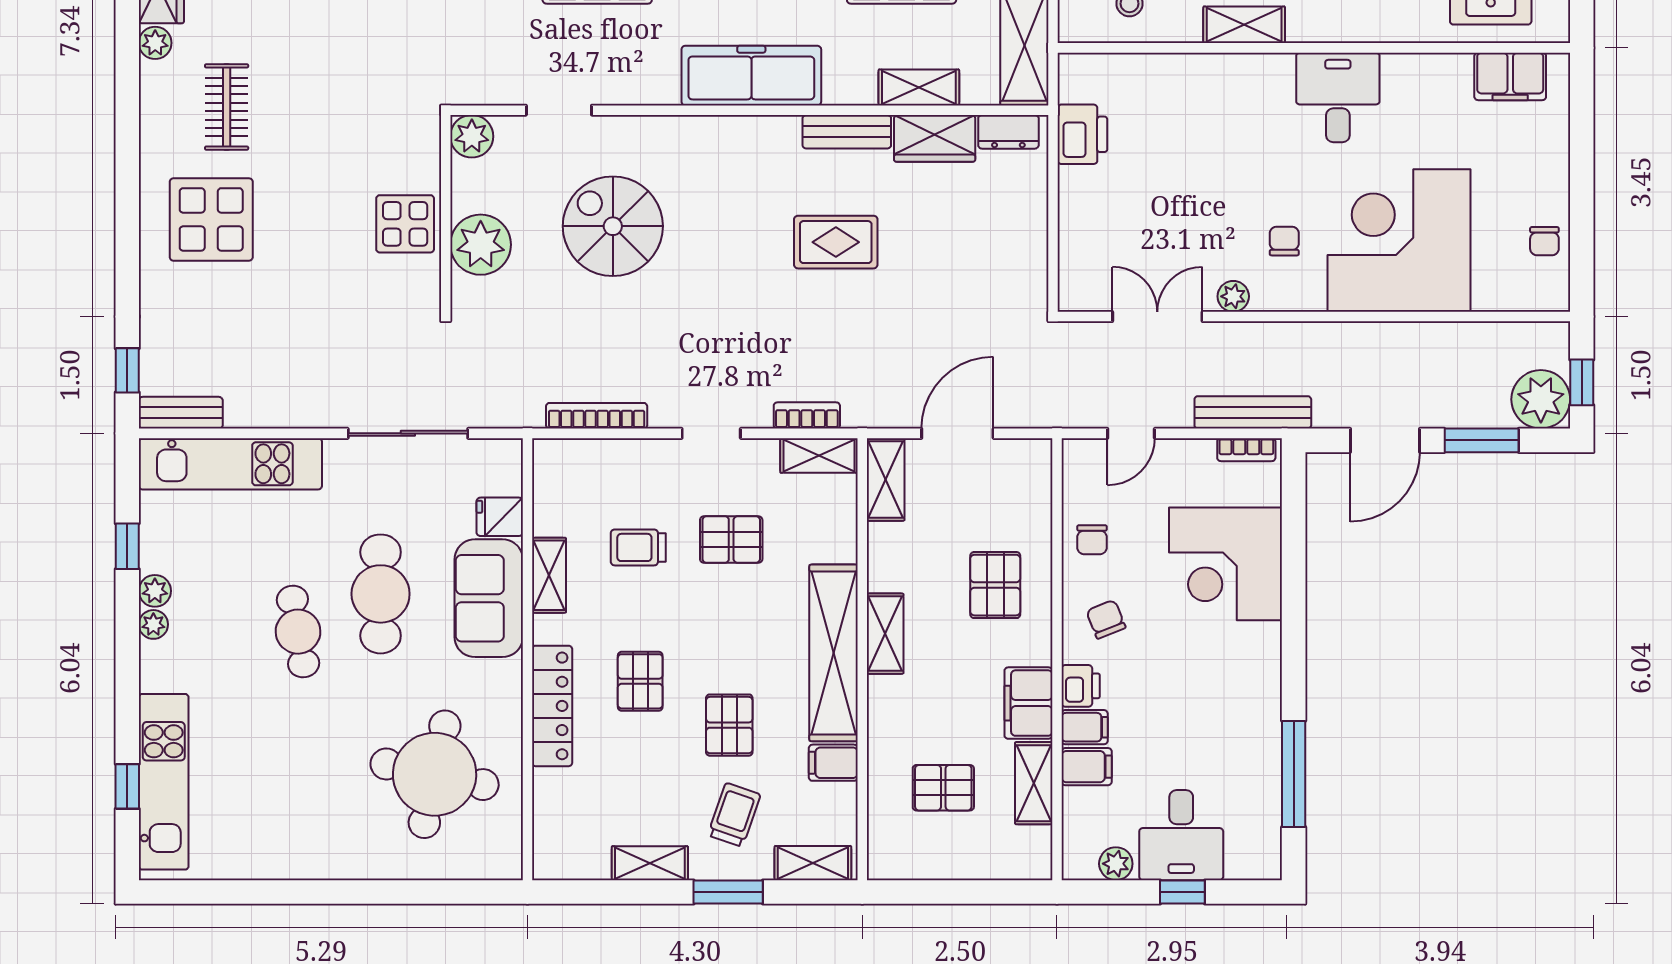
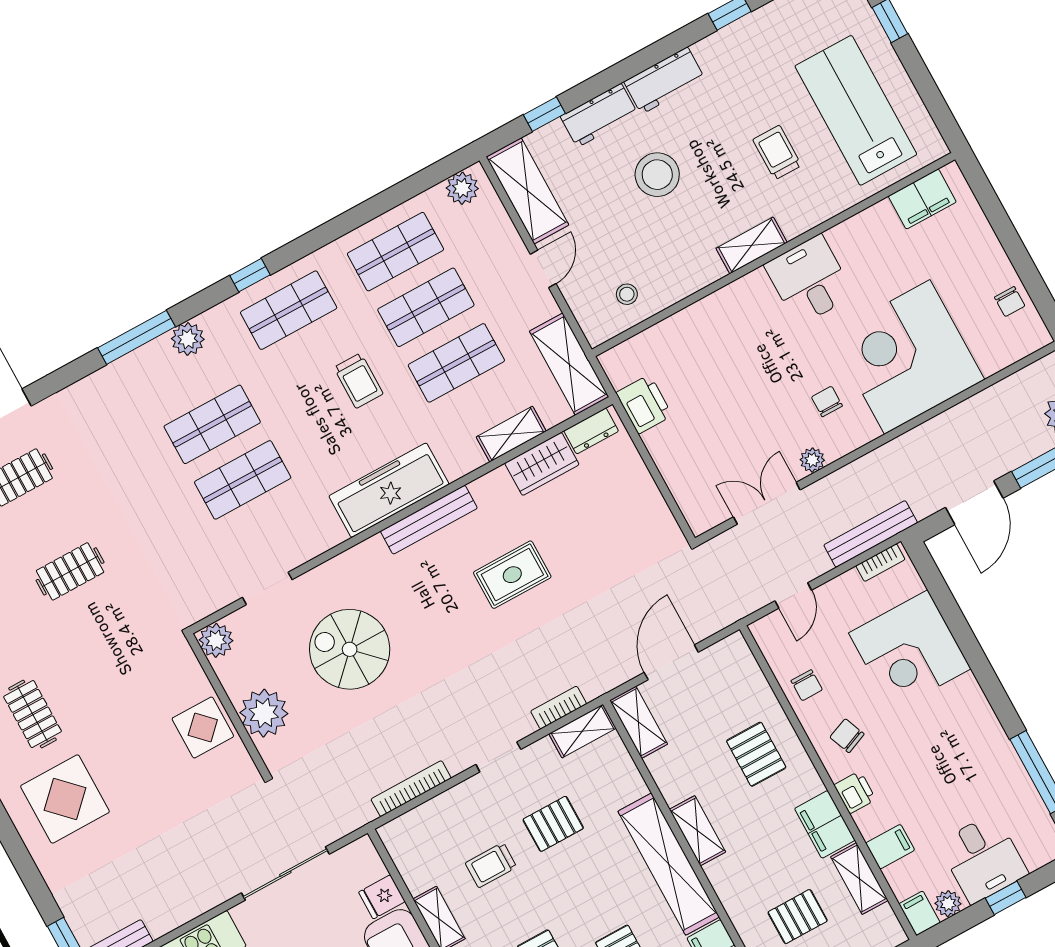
shelving: (1244, 25) -> (752, 245), moved
bench: (847, 132) -> (429, 520), moved, width x1.36
filing cabinet: (1085, 727) -> (920, 913), moved, turned -90

